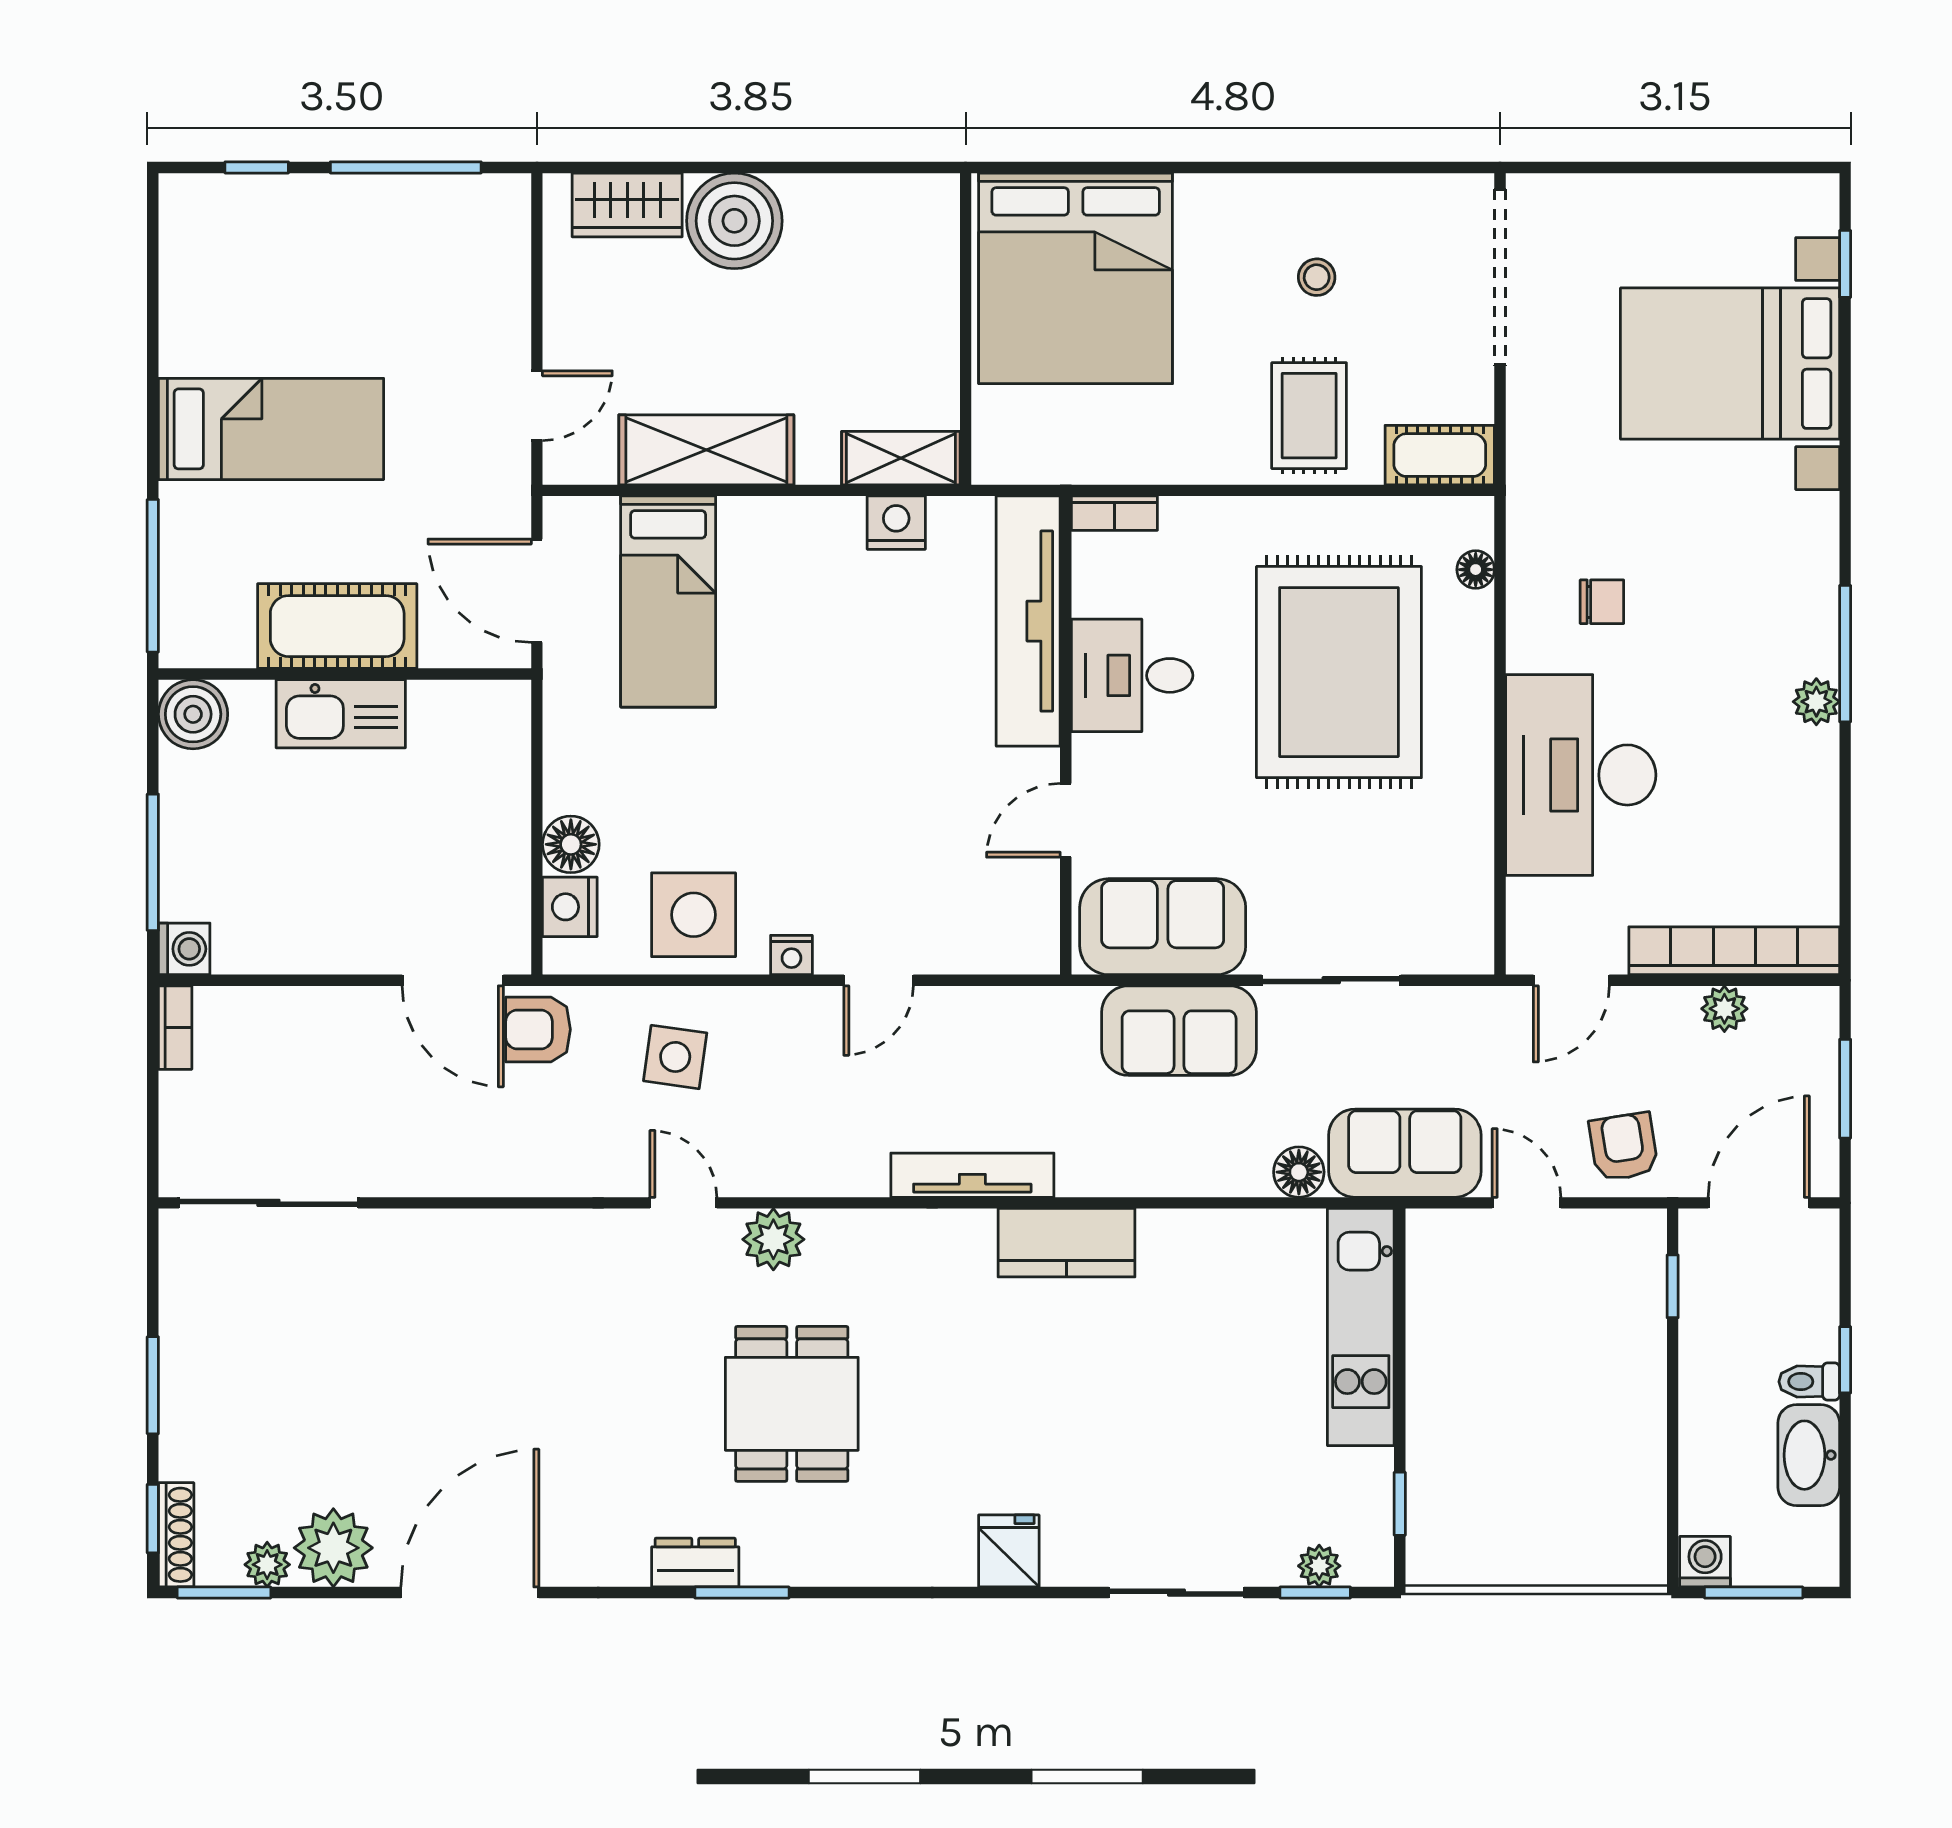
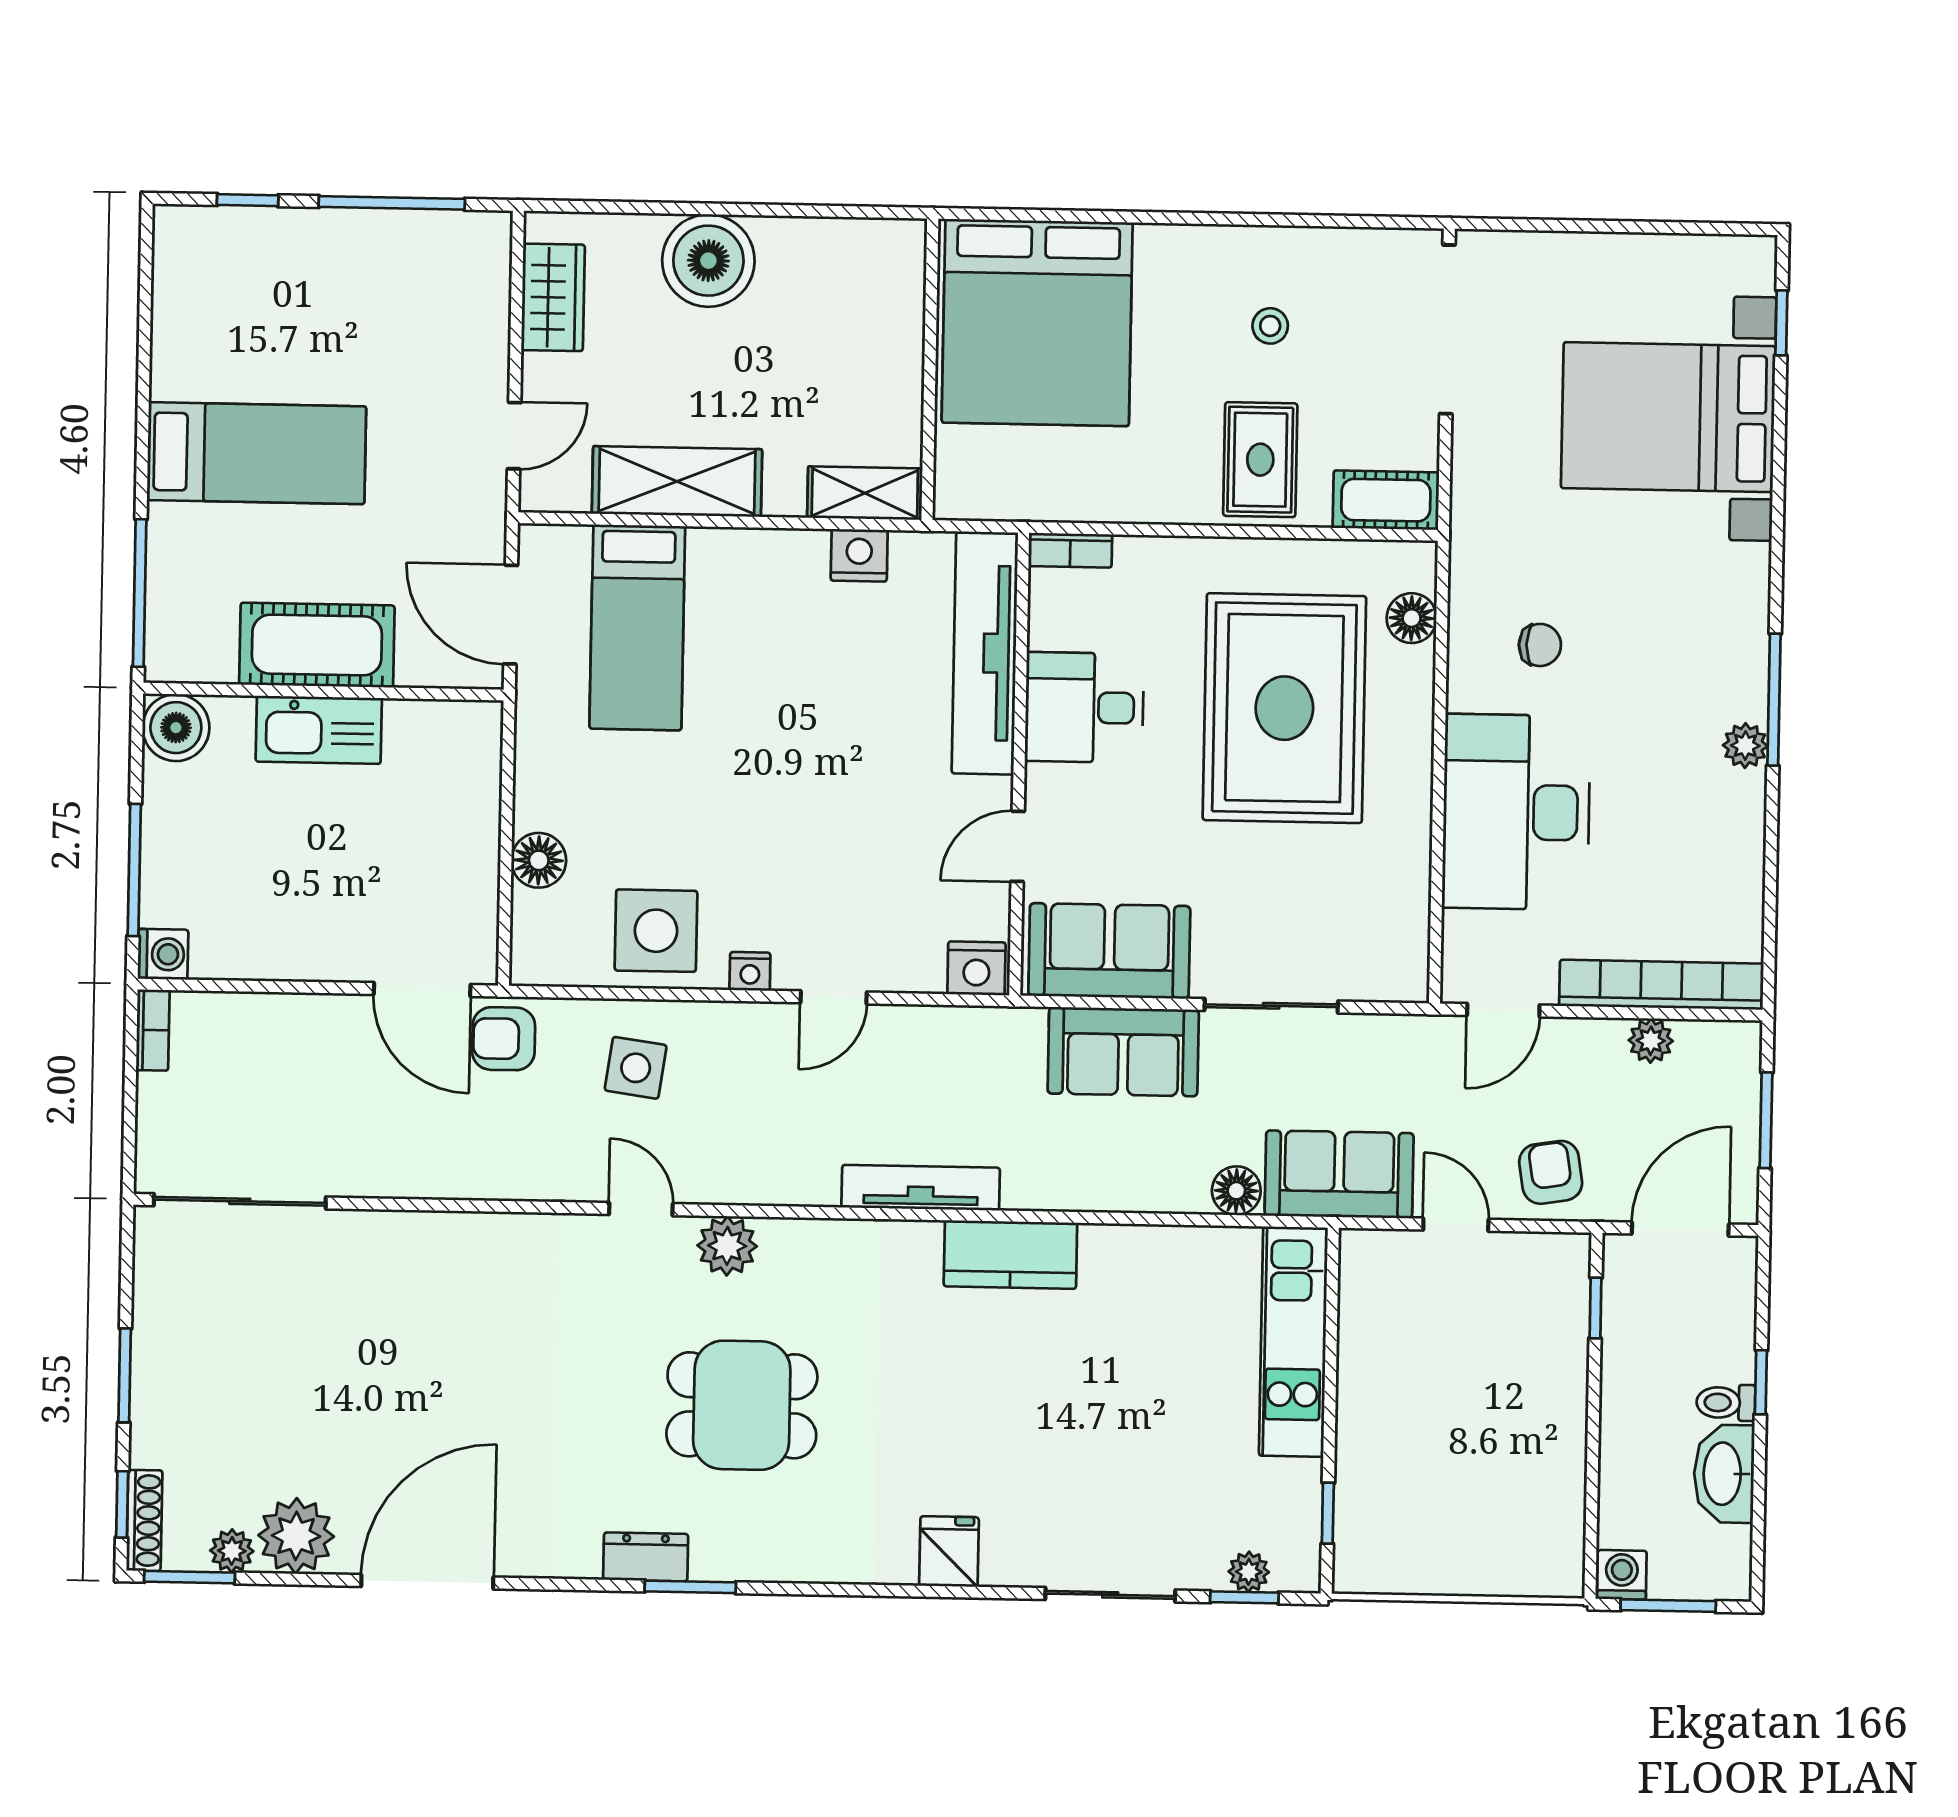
wardrobe: (627, 205) -> (553, 297), moved, turned -90
floor lamp: (1476, 570) -> (1412, 618), width x1.37, depth x1.37
nightstand: (570, 907) -> (976, 968), moved, turned -90
dining table: (792, 1404) -> (742, 1405), turned 90

